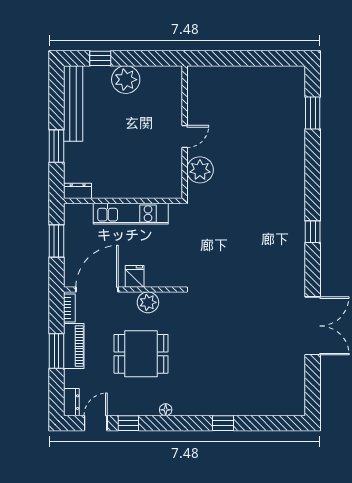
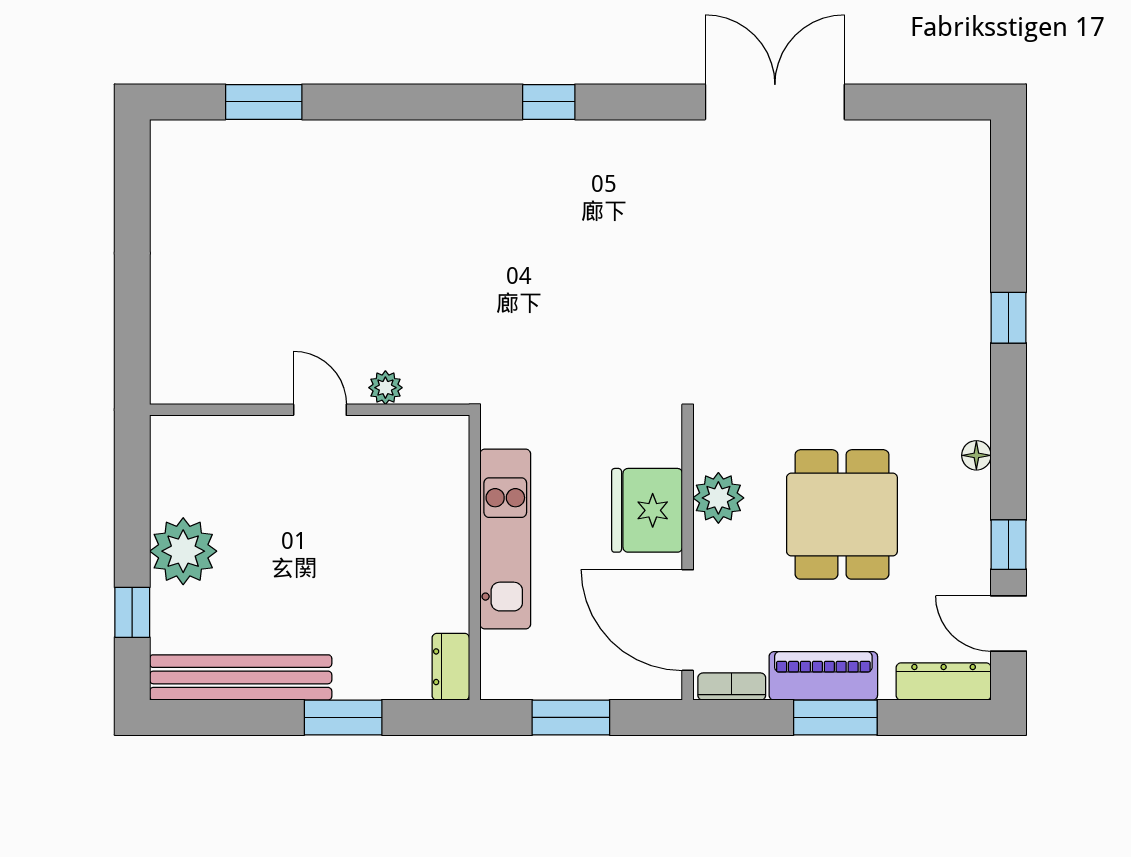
plant: (200, 170) -> (385, 388), width x0.53, depth x0.53
fridge: (135, 276) -> (647, 510), width x1.88, depth x1.34
dresser: (71, 402) -> (944, 681), width x1.44

